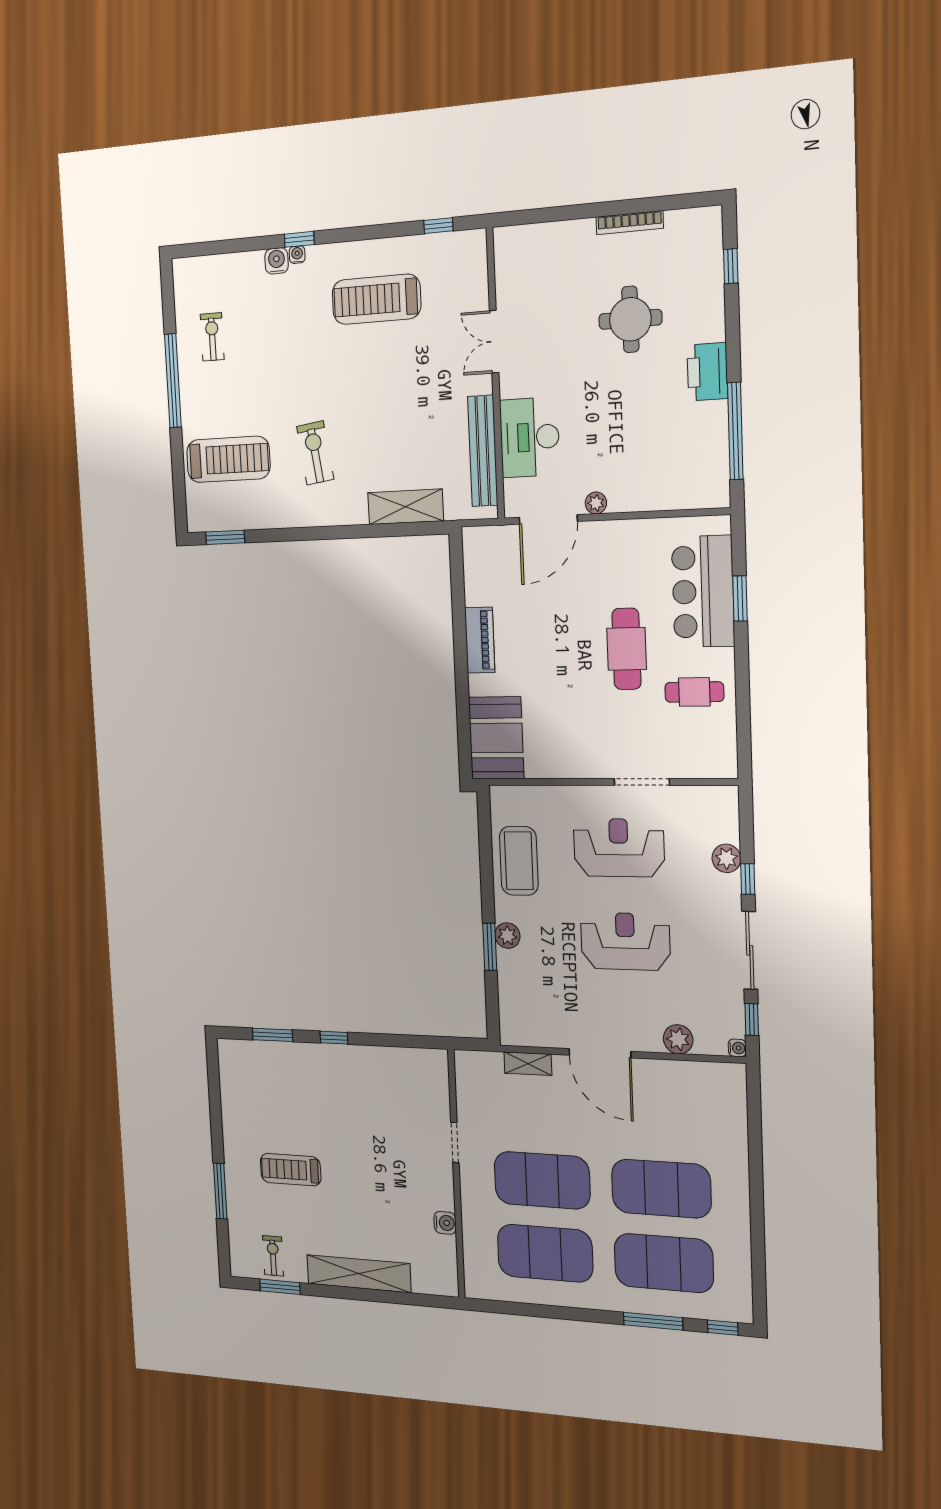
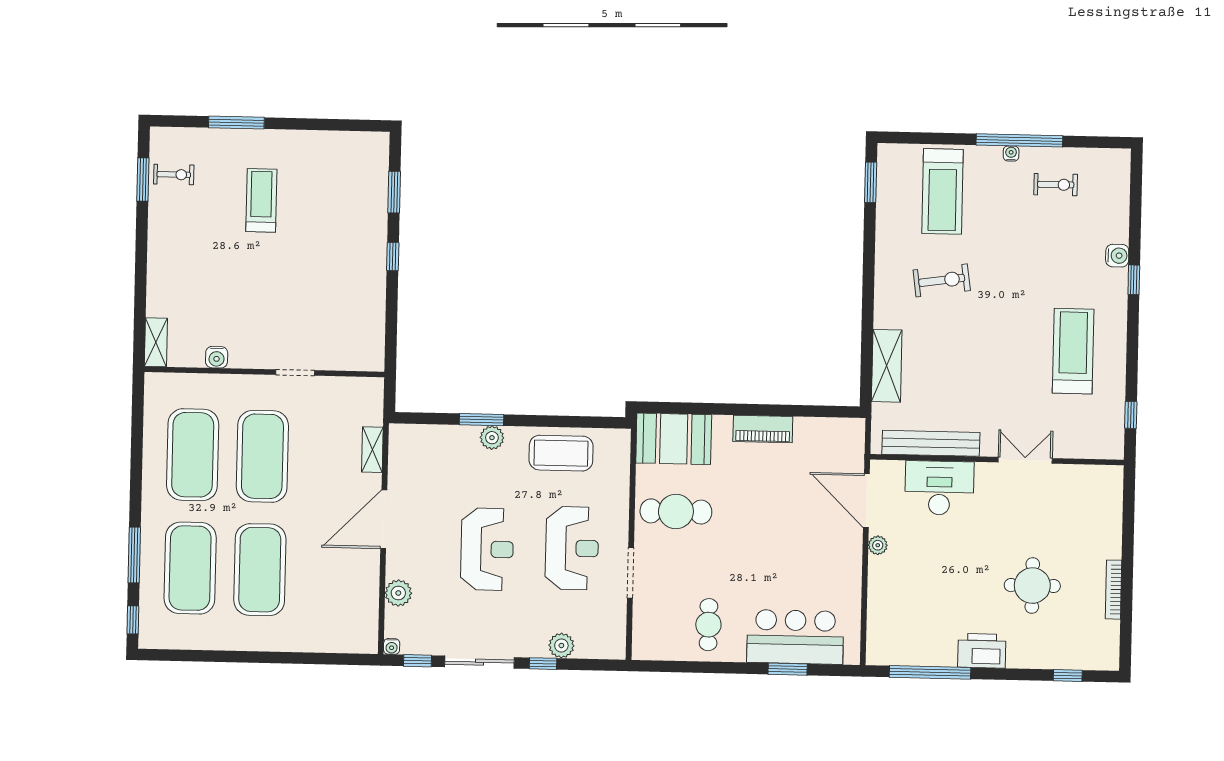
water cooler: (297, 255) -> (1011, 153), moved, turned -90
cafe table: (626, 649) -> (676, 511), moved
shelving: (359, 1274) -> (156, 342), moved, width x0.45, depth x0.75

